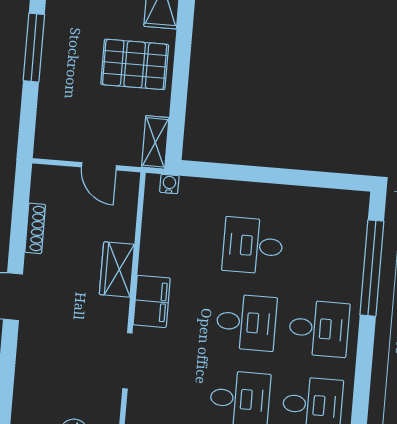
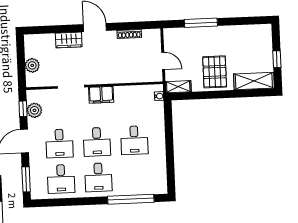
window: (34, 48) -> (201, 23), moved
door: (99, 166) -> (163, 61), swing flipped
desk: (253, 246) -> (134, 140), turned 180
wardrobe: (117, 269) -> (69, 40), moved, turned 180

